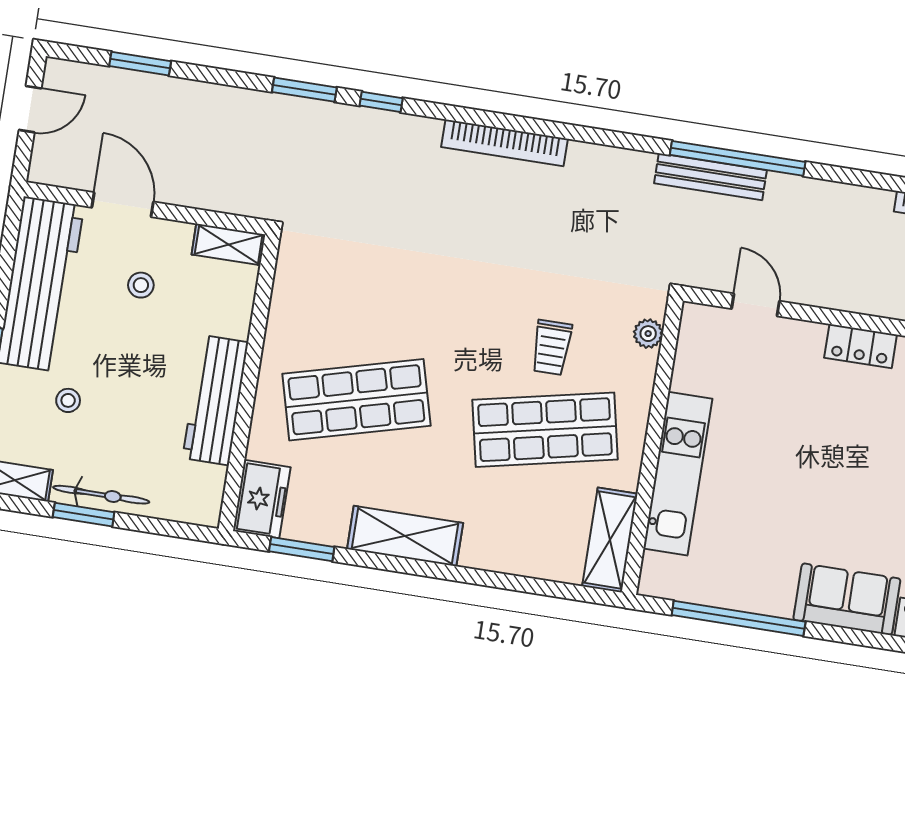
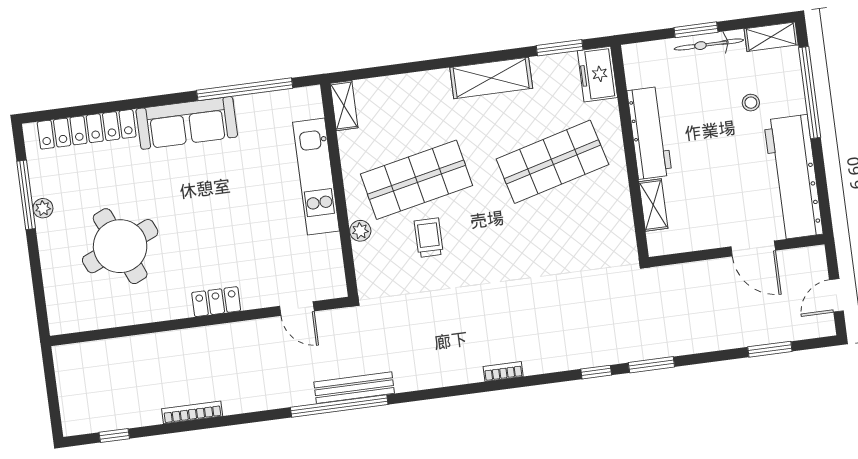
bookcase: (505, 143) -> (503, 371), width x0.43, depth x0.76
shelving: (229, 245) -> (653, 205), moved, turned 90
stool: (141, 285) -> (724, 197), removed
plant: (648, 334) -> (360, 231), moved
window: (84, 515) -> (696, 30), moved
shelving: (610, 540) -> (344, 106), width x0.67, depth x0.75
sofa: (847, 599) -> (187, 123), width x1.36

